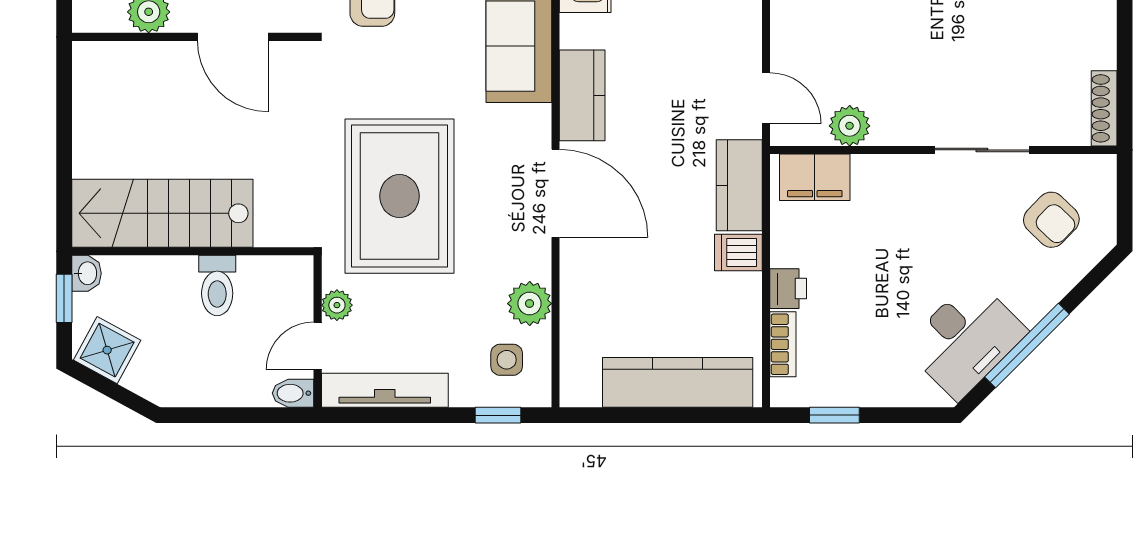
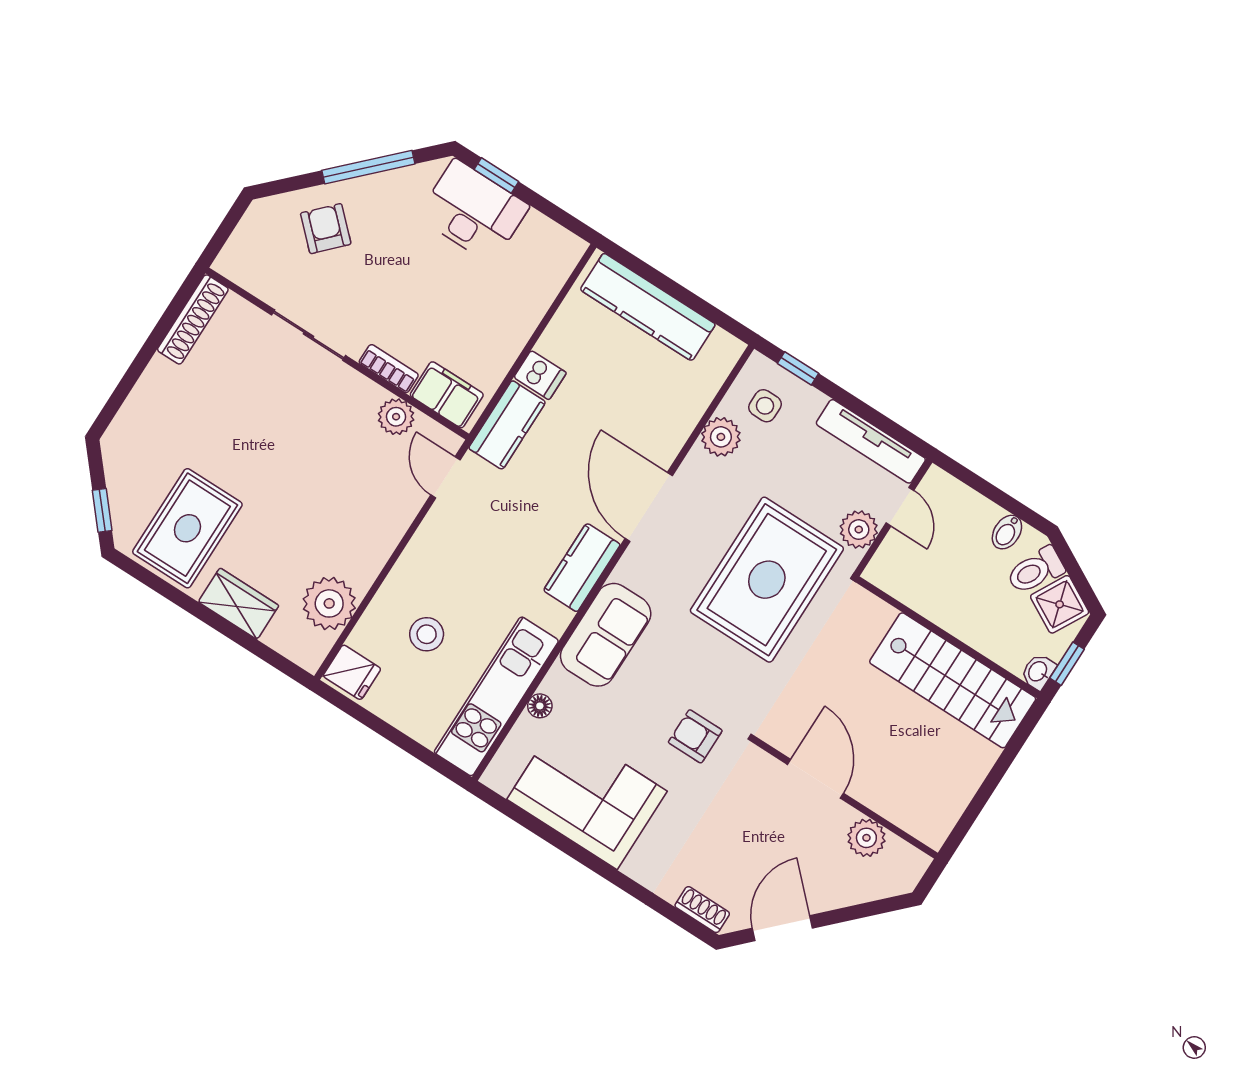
shoe rack: (1104, 108) -> (193, 319), width x1.36, depth x1.24
armchair: (1051, 220) -> (326, 229), moved
toilet: (217, 286) -> (1035, 570), moved, turned -151
printer: (788, 289) -> (520, 324), removed
plant: (337, 305) -> (859, 530), width x1.38, depth x1.38
desk: (966, 339) -> (473, 211), moved, turned 45
bookcase: (783, 344) -> (389, 369), moved, turned 90
door: (318, 346) -> (900, 507), hinge flipped
bidet: (293, 393) -> (1007, 532), moved, turned 90
window: (834, 415) -> (496, 176), moved

